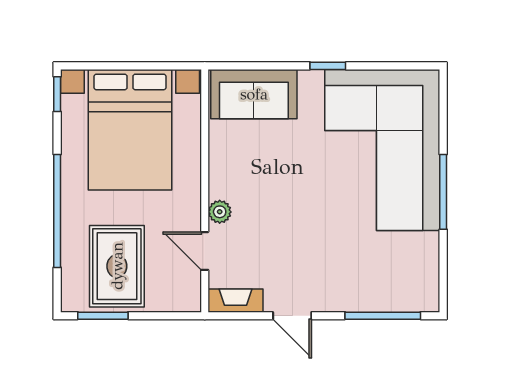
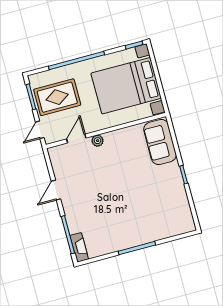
corner sofa: (382, 150) -> (149, 213), removed
fireplace: (235, 301) -> (79, 247), moved
door: (170, 316) -> (40, 130), added

